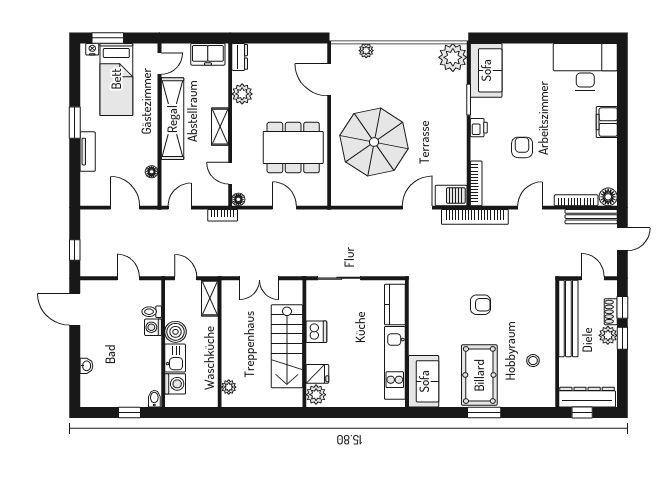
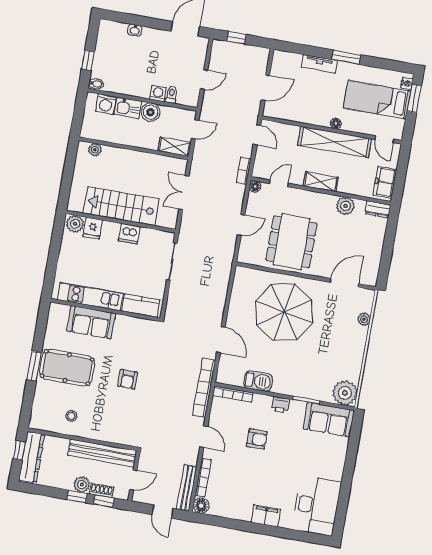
floor lamp: (152, 172) -> (336, 124), moved
barbecue: (451, 196) -> (258, 381), moved, turned -90
sofa: (424, 381) -> (91, 322), moved

